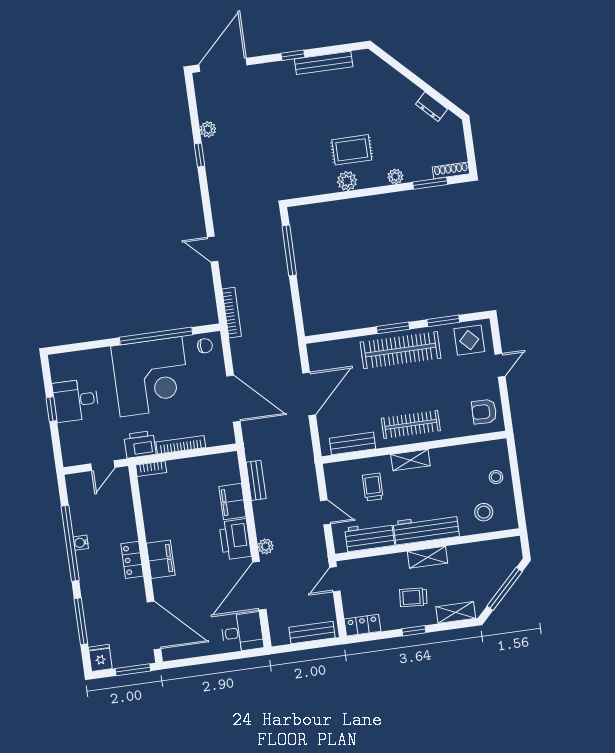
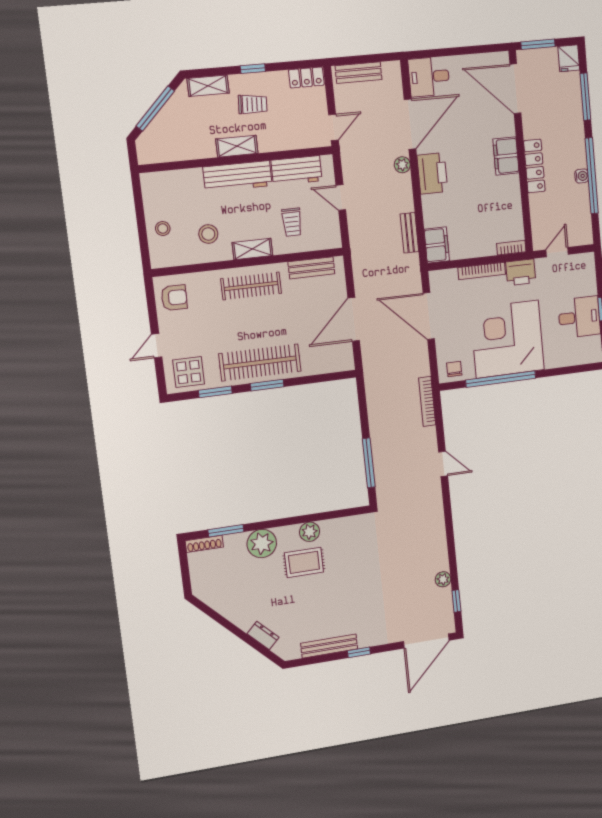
dresser: (432, 107) -> (263, 635), moved
window: (200, 155) -> (456, 601), moved
plant: (395, 177) -> (262, 543), width x1.88, depth x1.88
chair: (205, 346) -> (454, 369), turned 90
filing cabinet: (232, 502) -> (437, 245), moved
stool: (484, 512) -> (208, 234), moved
locker: (132, 560) -> (534, 166), width x1.53

